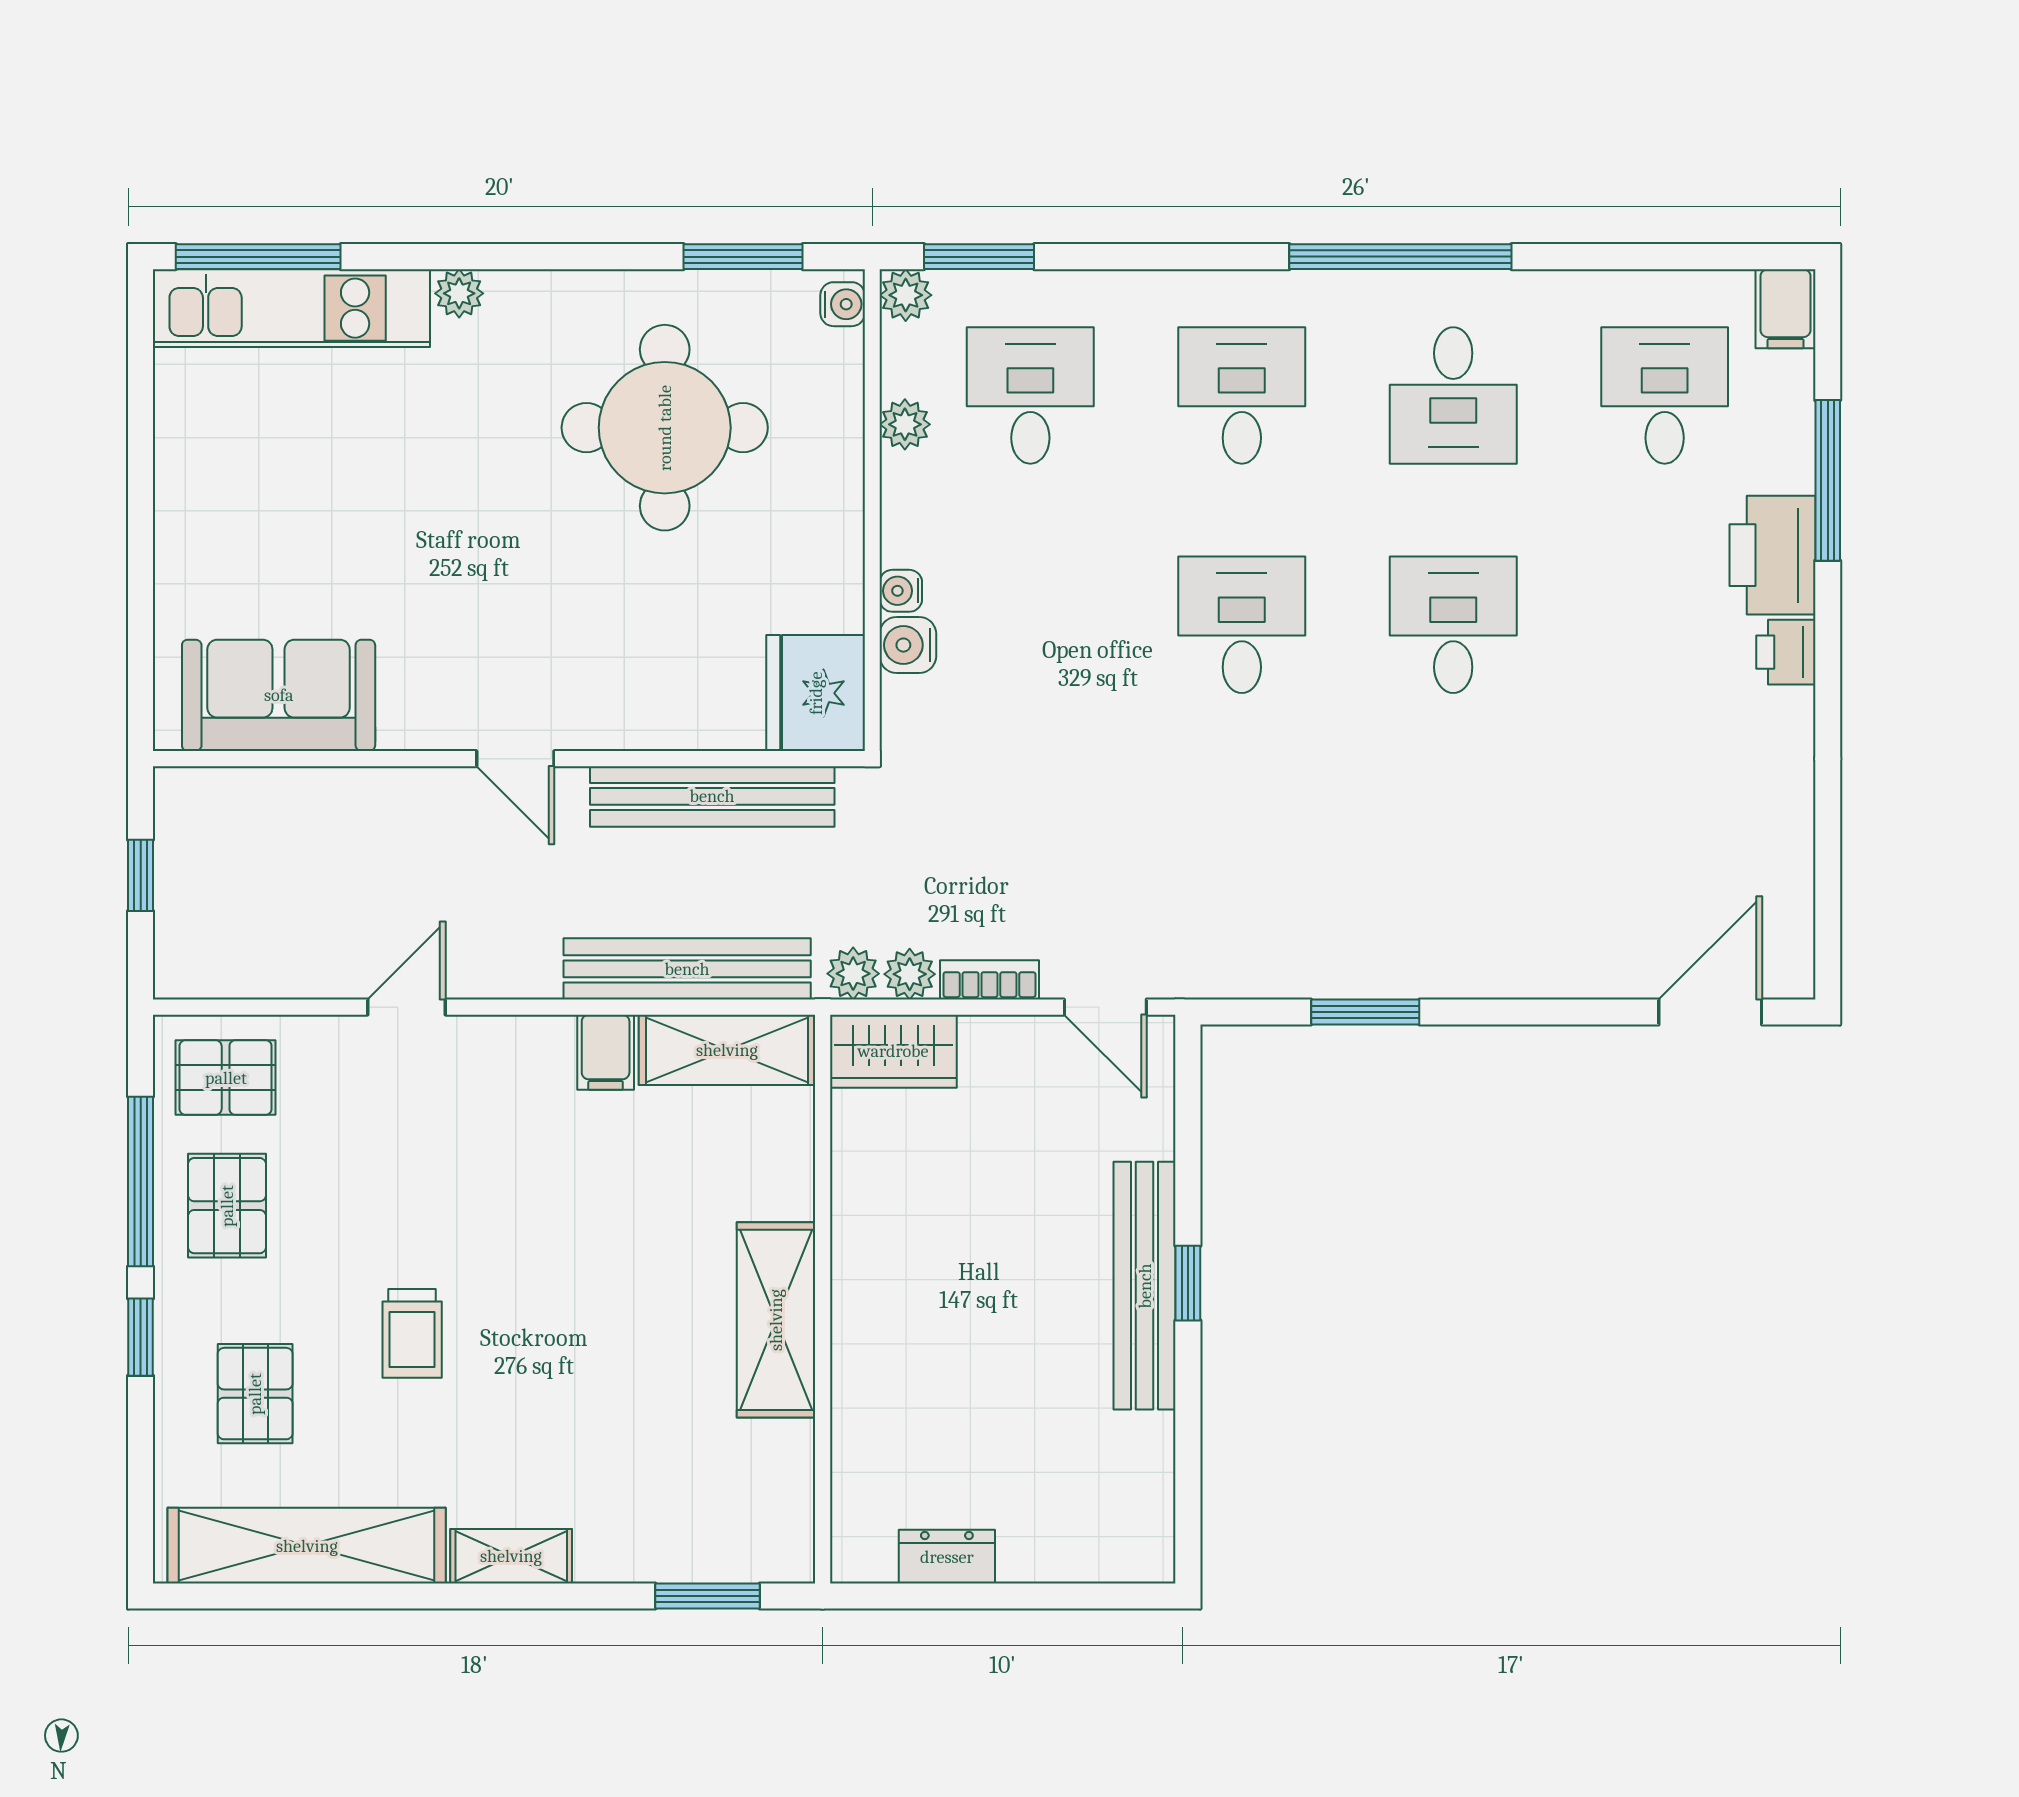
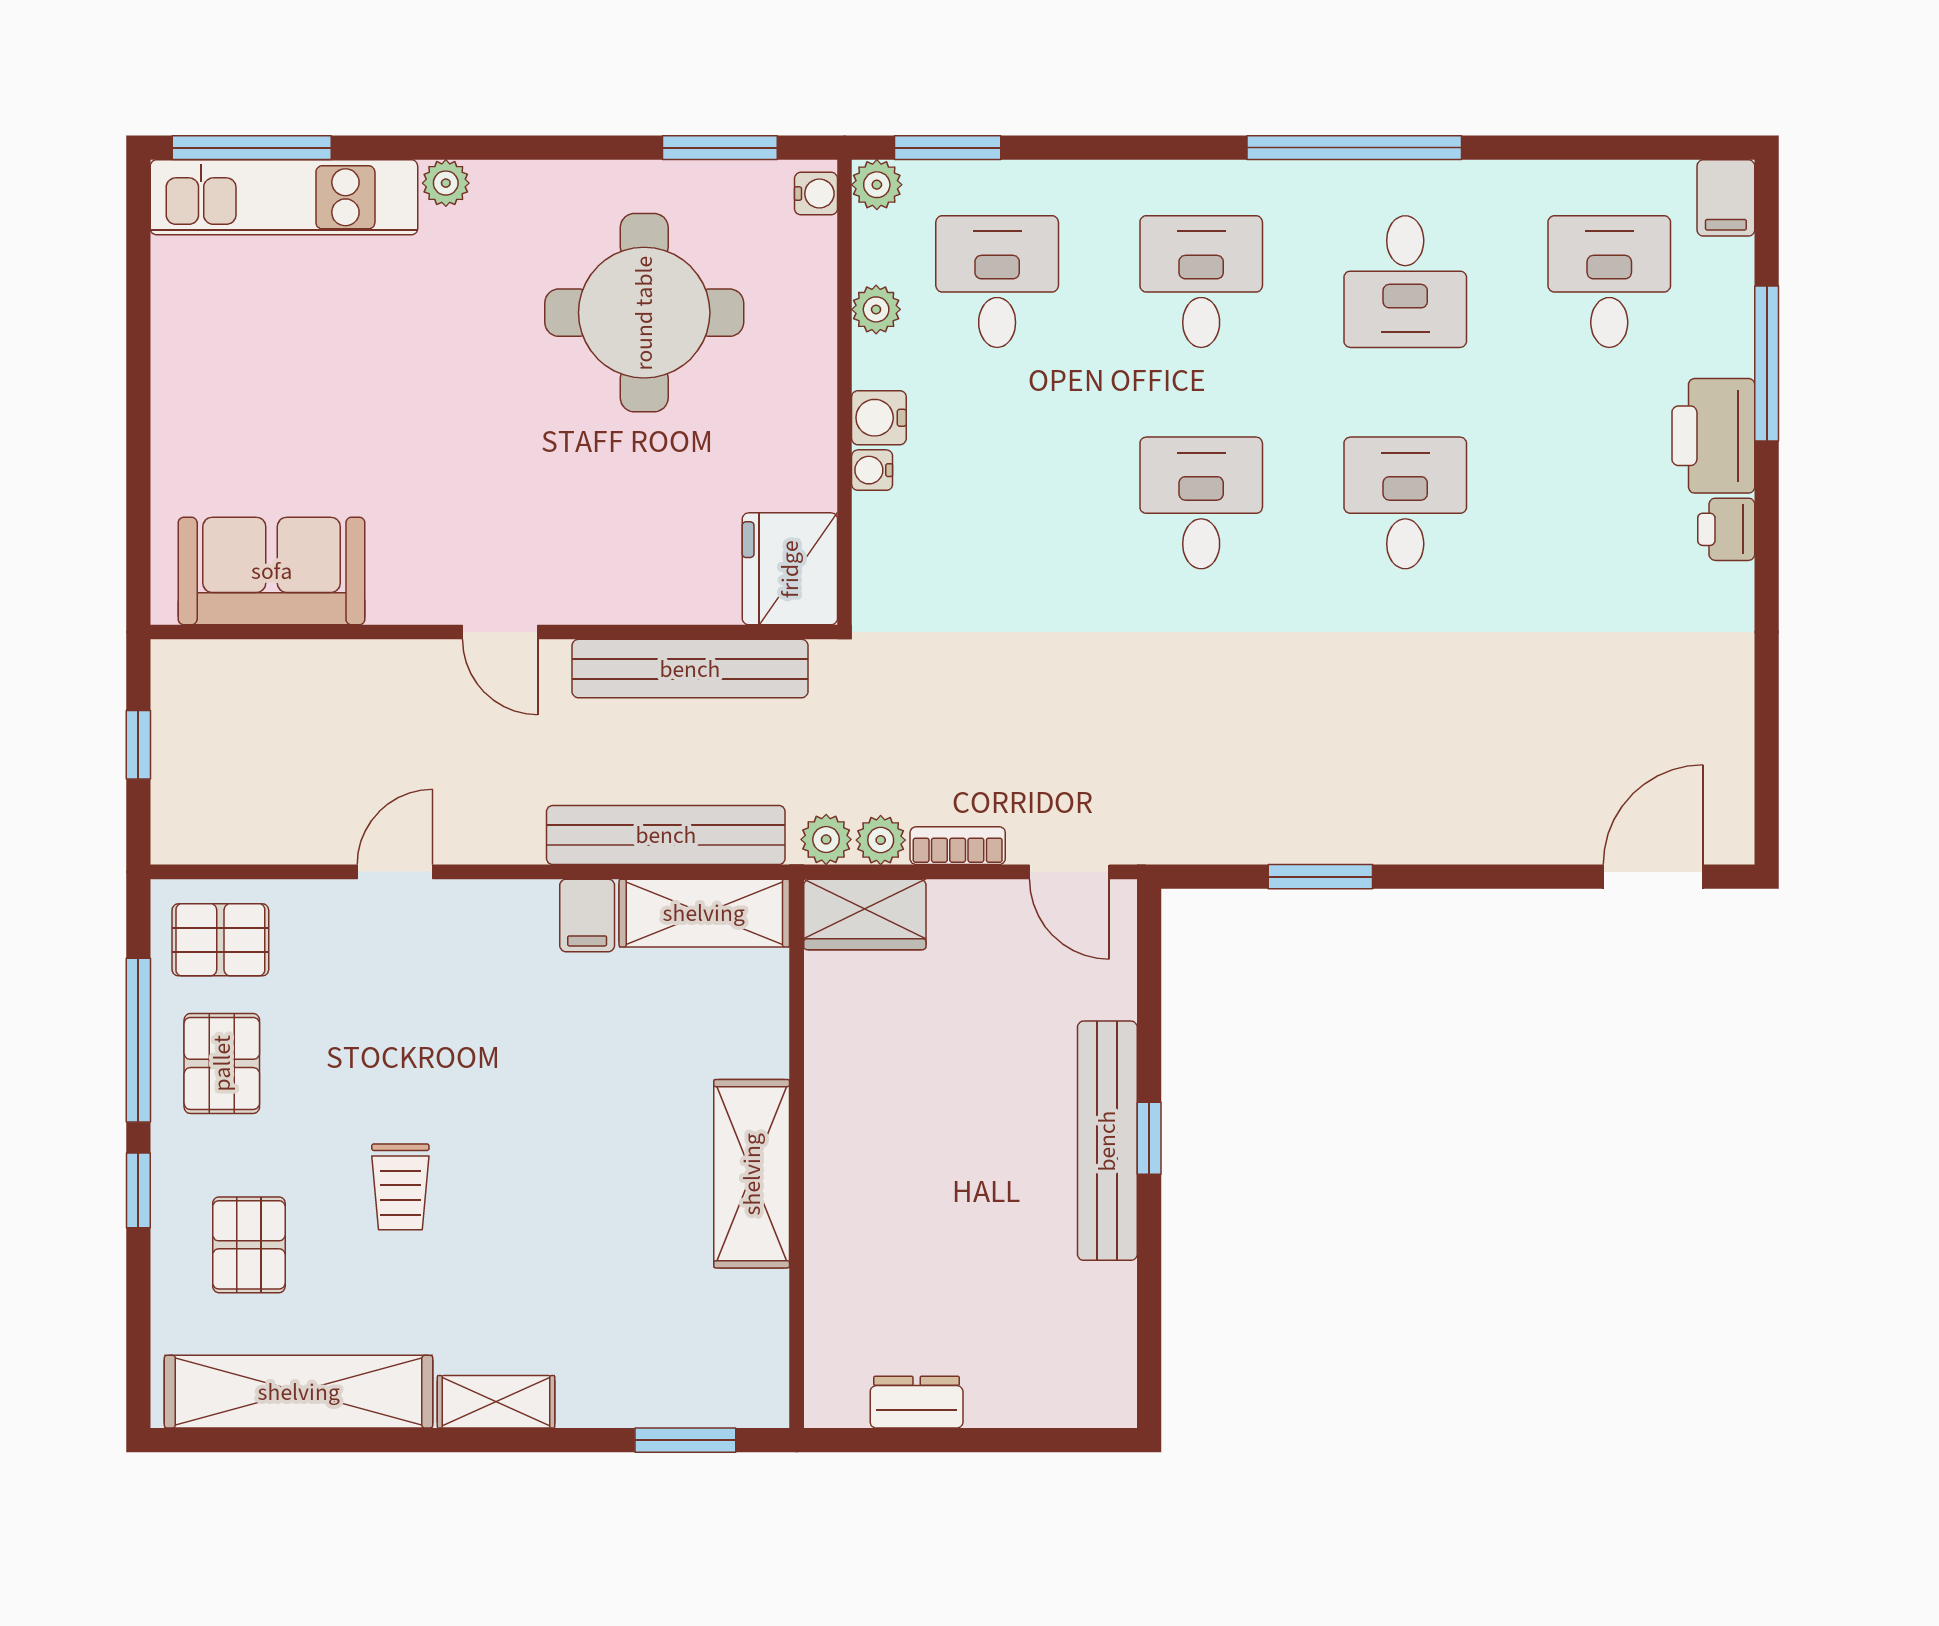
water cooler: (908, 645) -> (879, 418), moved

